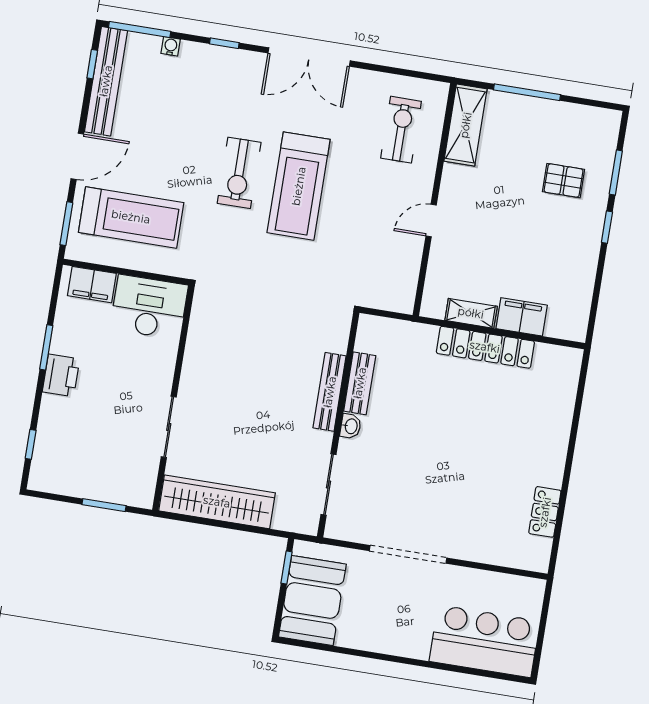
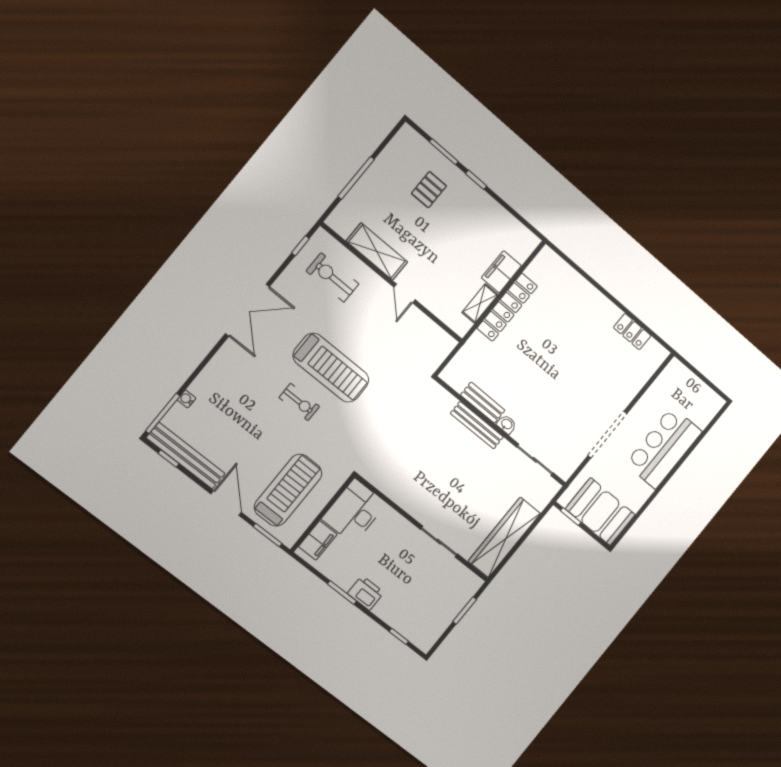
window: (224, 43) -> (300, 246), moved
shelving: (466, 125) -> (377, 252), moved
exercise bike: (239, 173) -> (299, 402), width x0.73, depth x0.72
bar counter: (484, 641) -> (664, 448), moved

